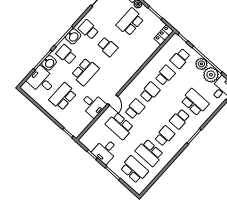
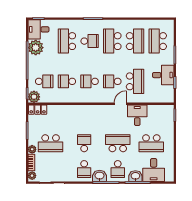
plant: (201, 64) -> (34, 97), moved
school desk: (165, 136) -> (112, 41), width x1.85

